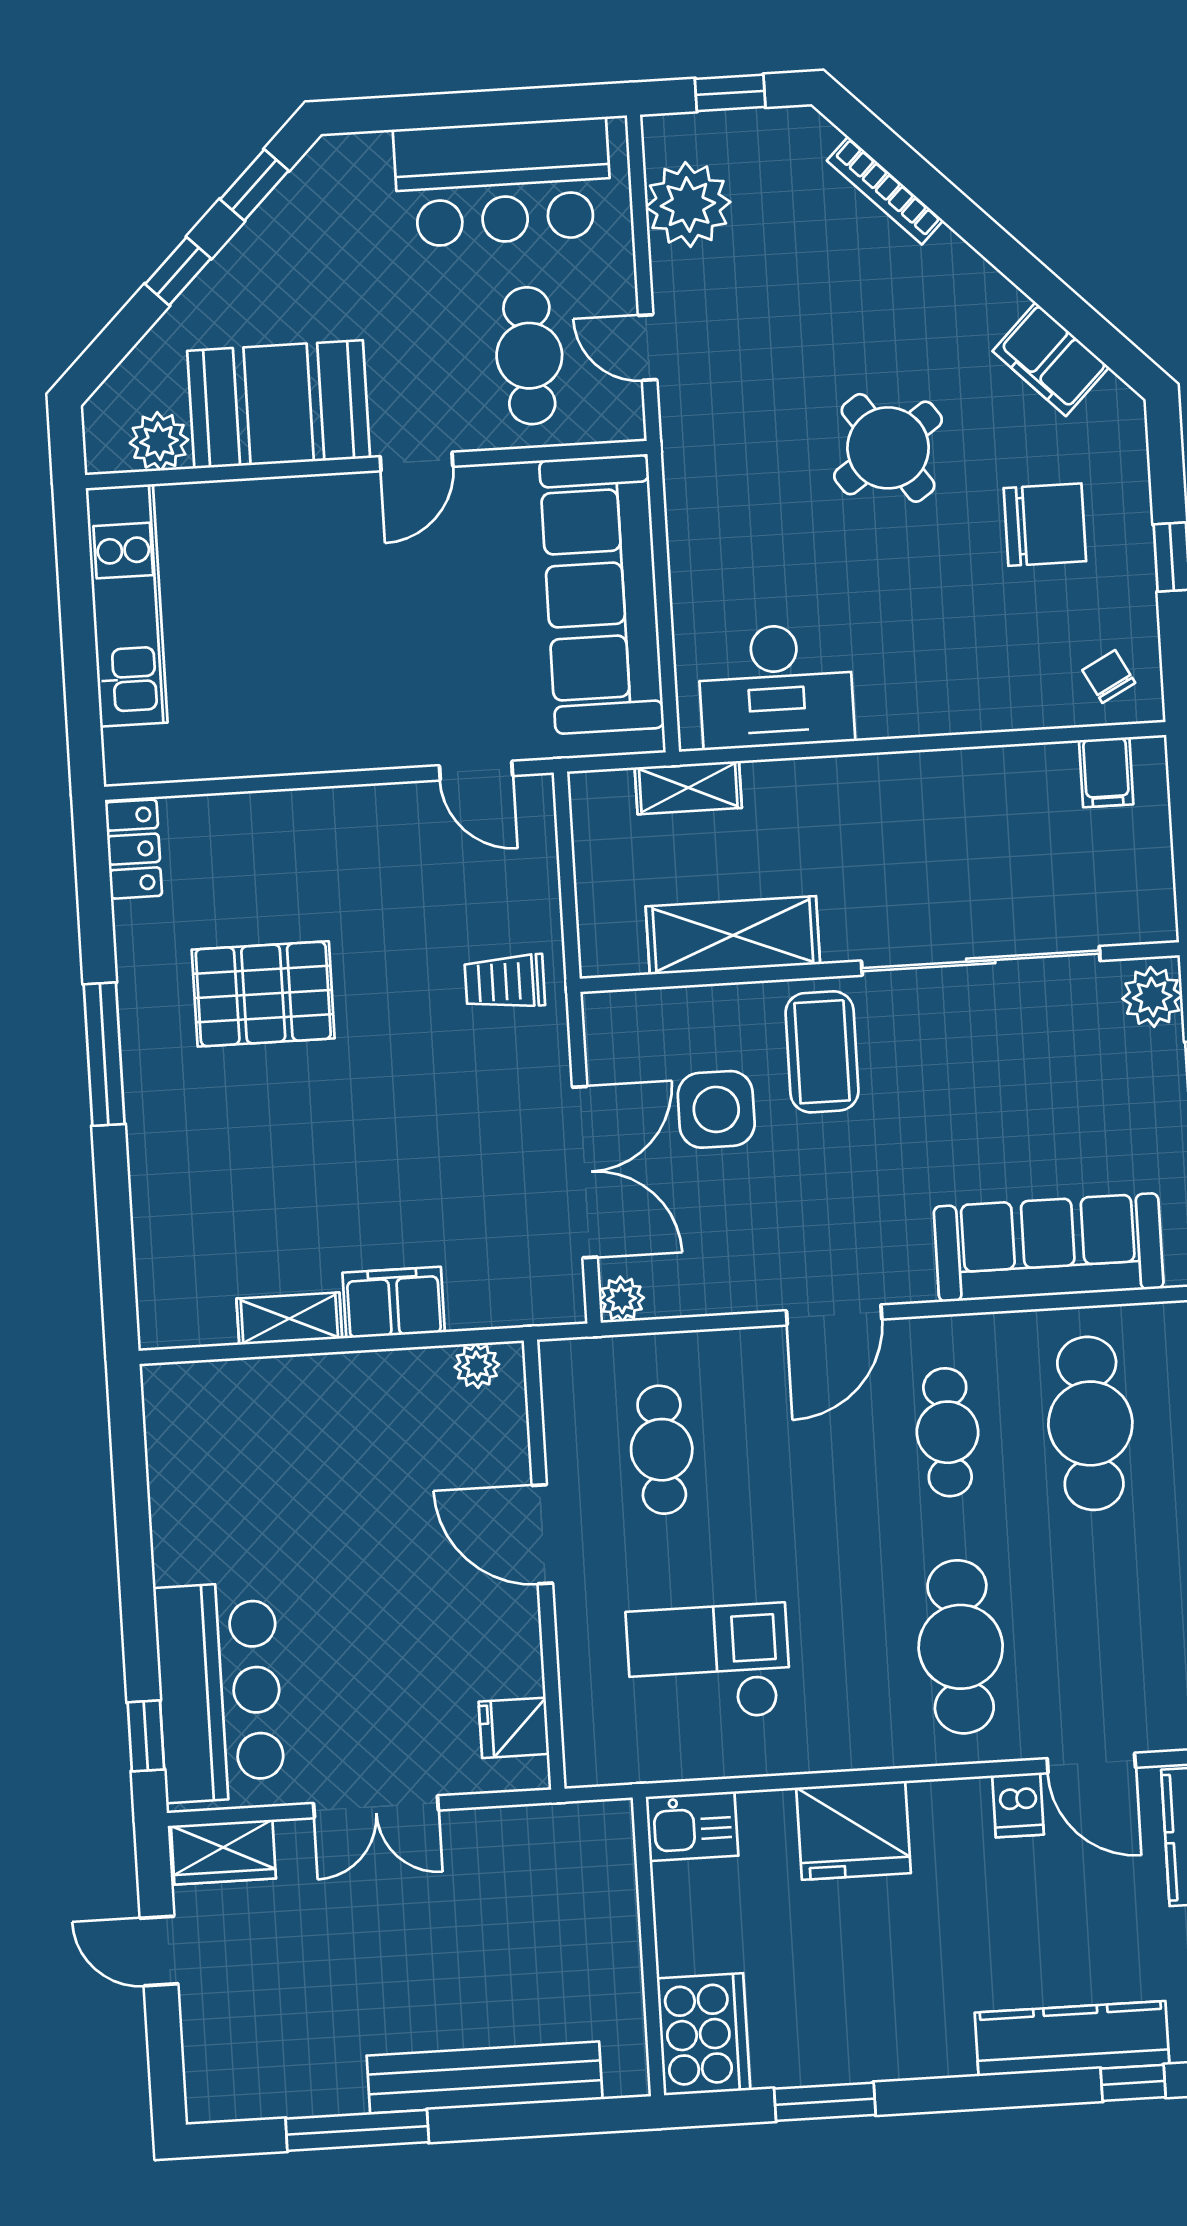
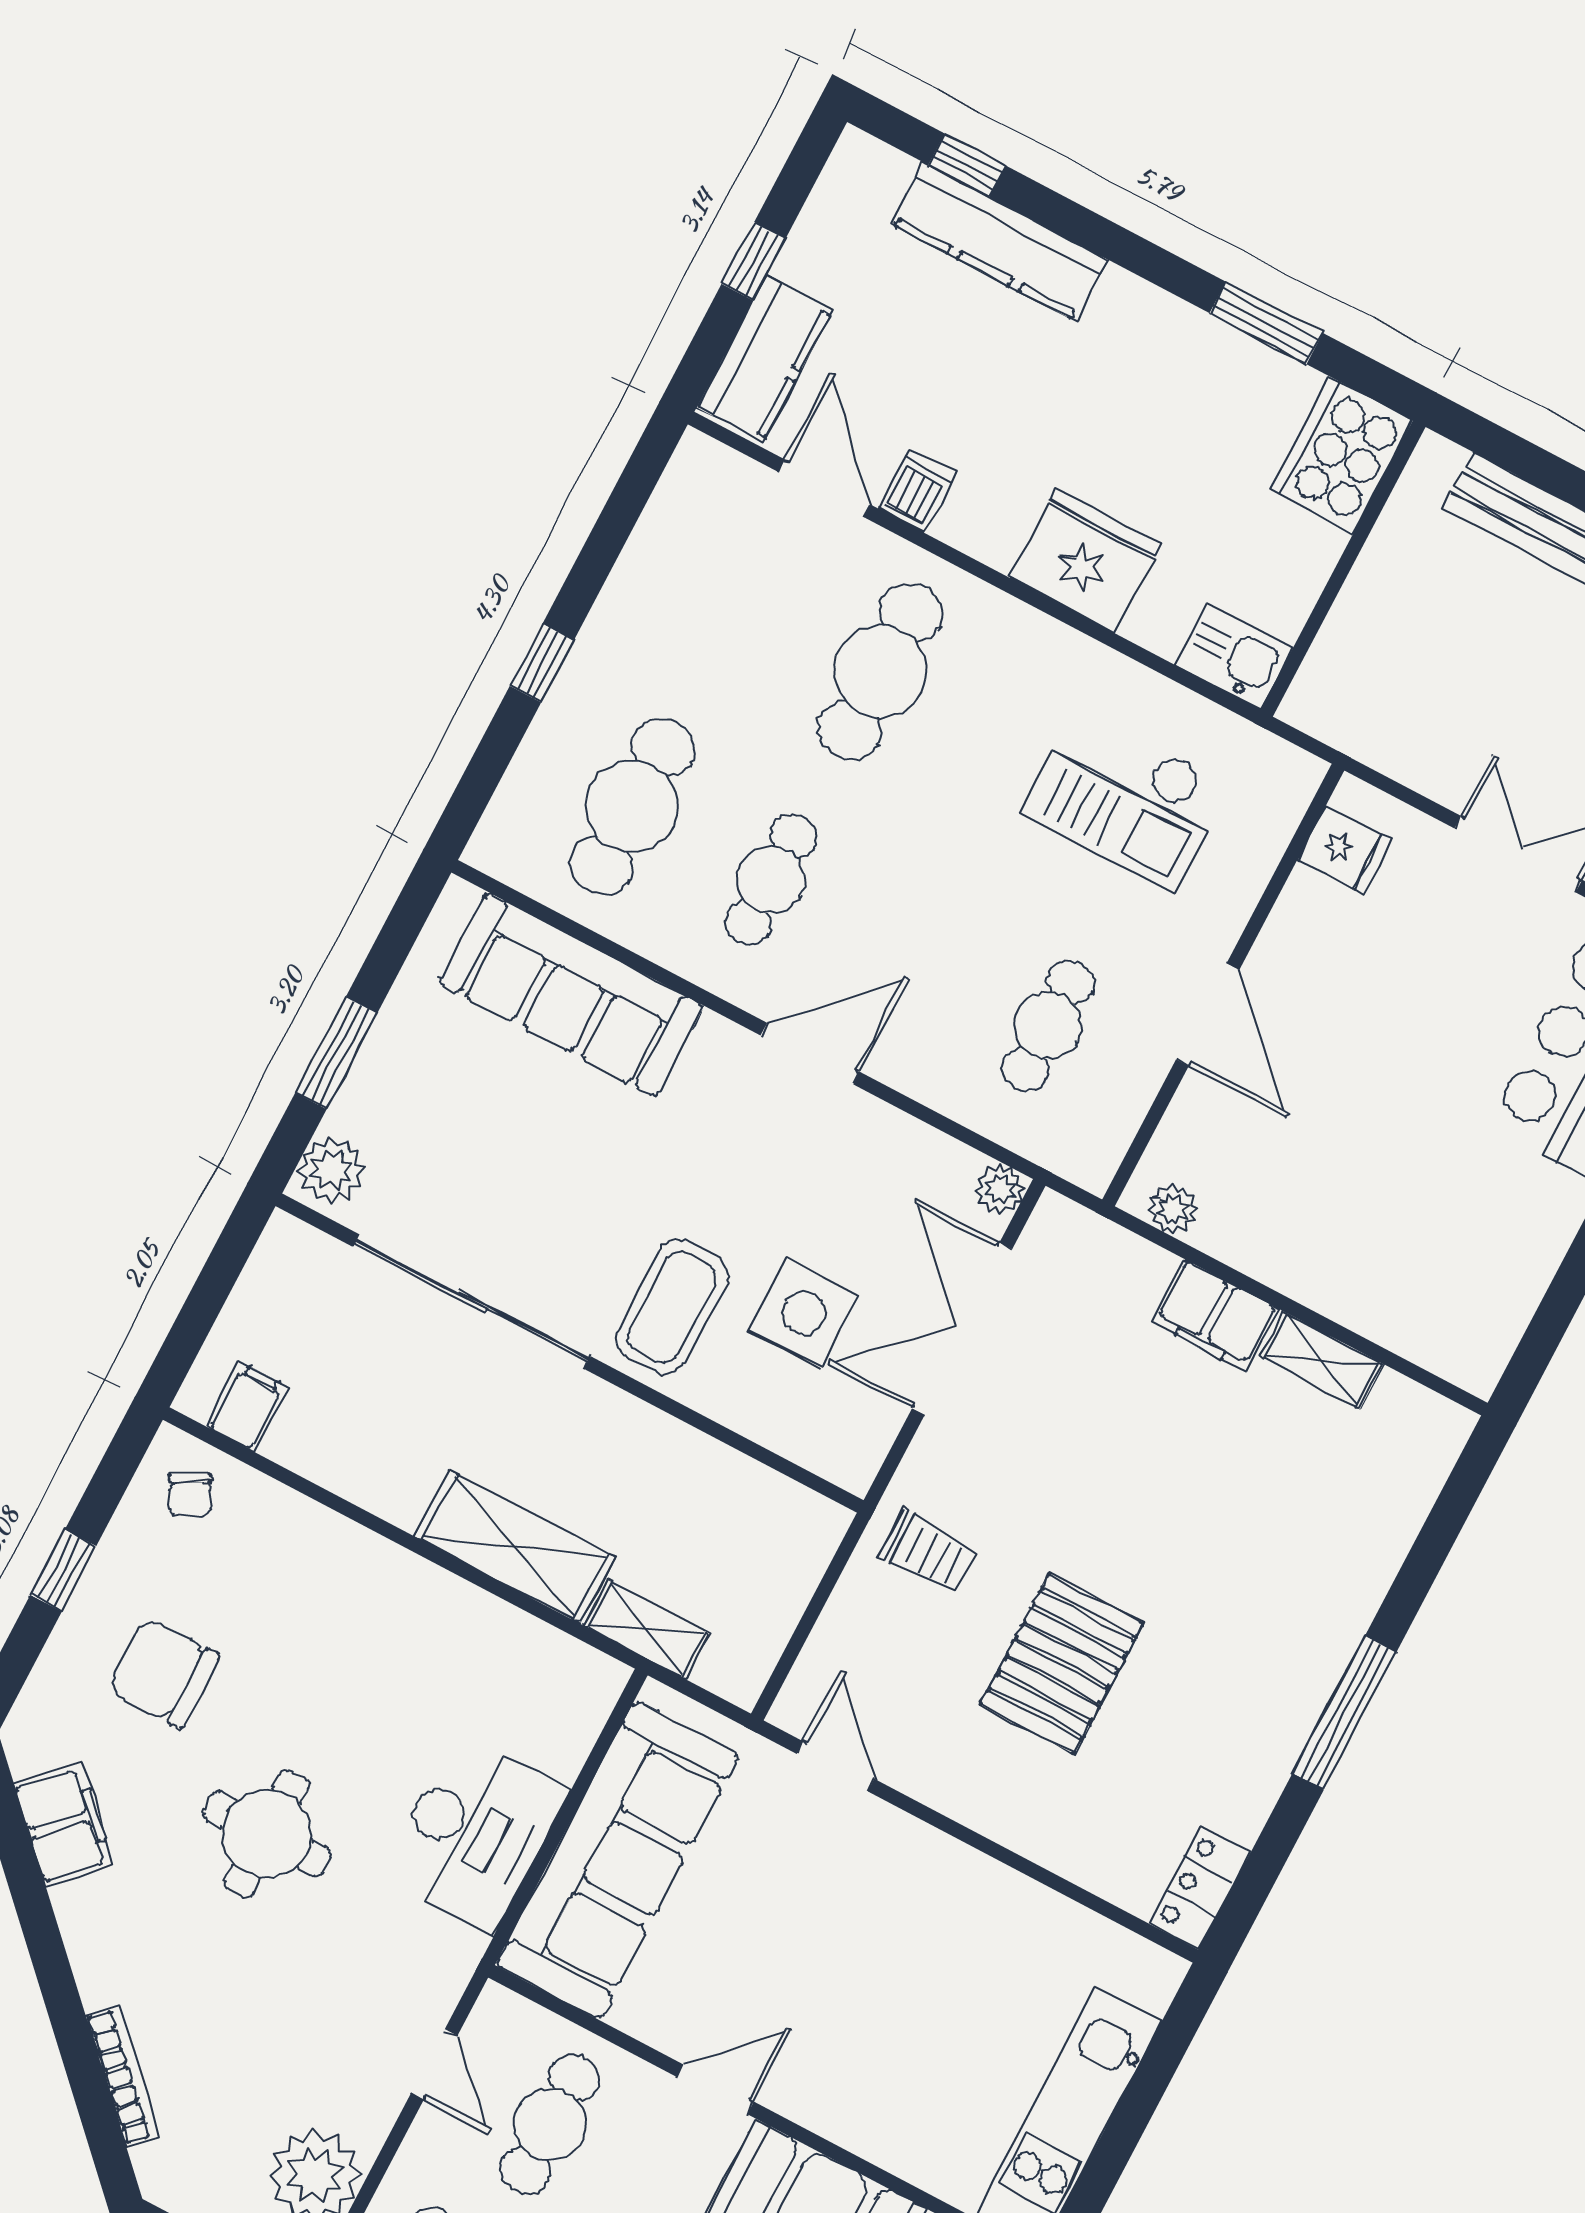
round table: (888, 448) -> (267, 1834), turned 35
desk: (776, 686) -> (475, 1833), moved, turned 90
shelving: (733, 935) -> (515, 1547), moved
pallet: (263, 994) -> (1062, 1664), moved, turned 90

